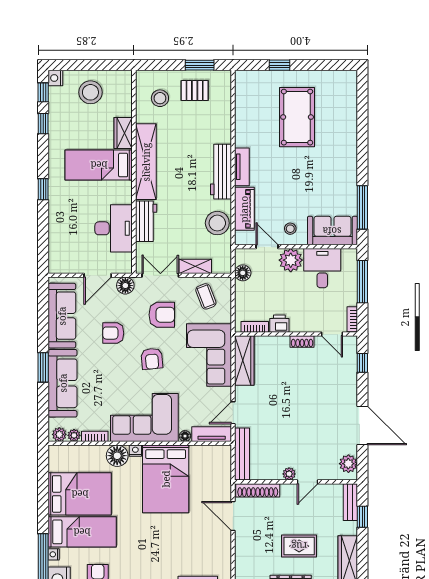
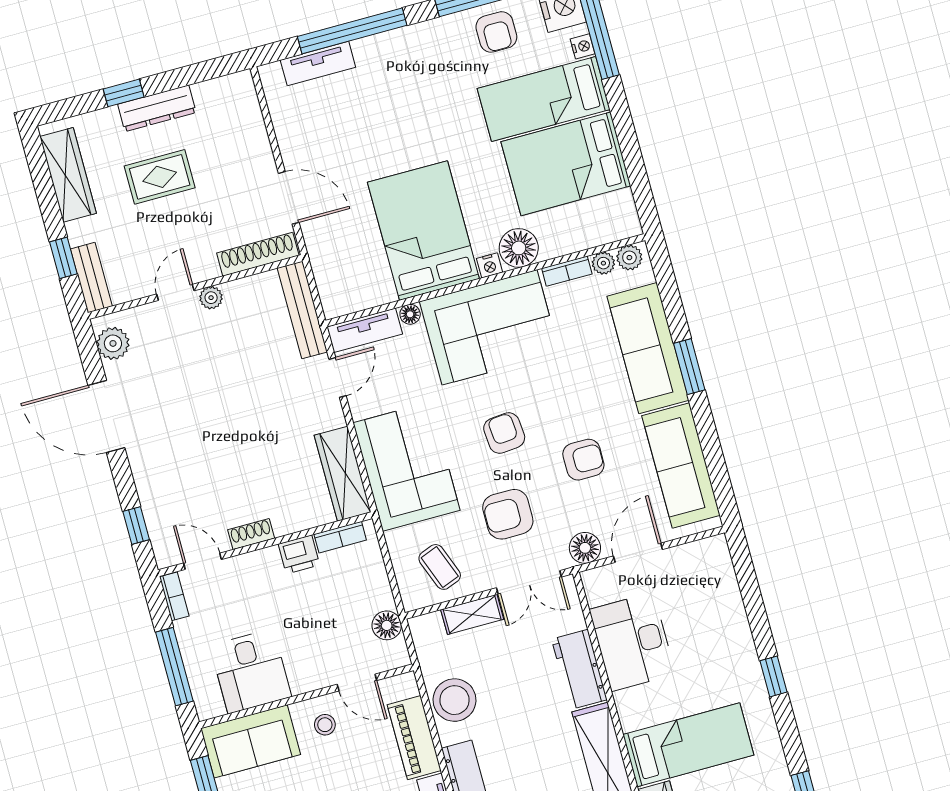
plant: (291, 260) -> (309, 670), removed

